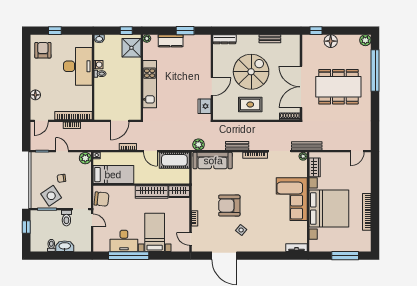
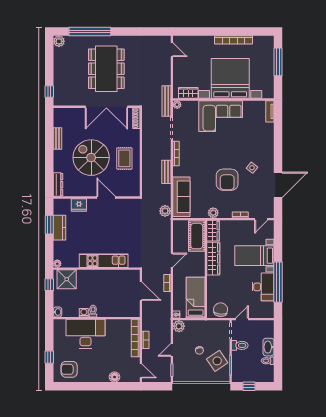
kitchen counter: (171, 41) -> (60, 228), moved
floor lamp: (331, 41) -> (60, 77), removed
fridge: (204, 106) -> (79, 205), moved
cot: (174, 160) -> (197, 236), moved
plant: (197, 192) -> (213, 213), added

